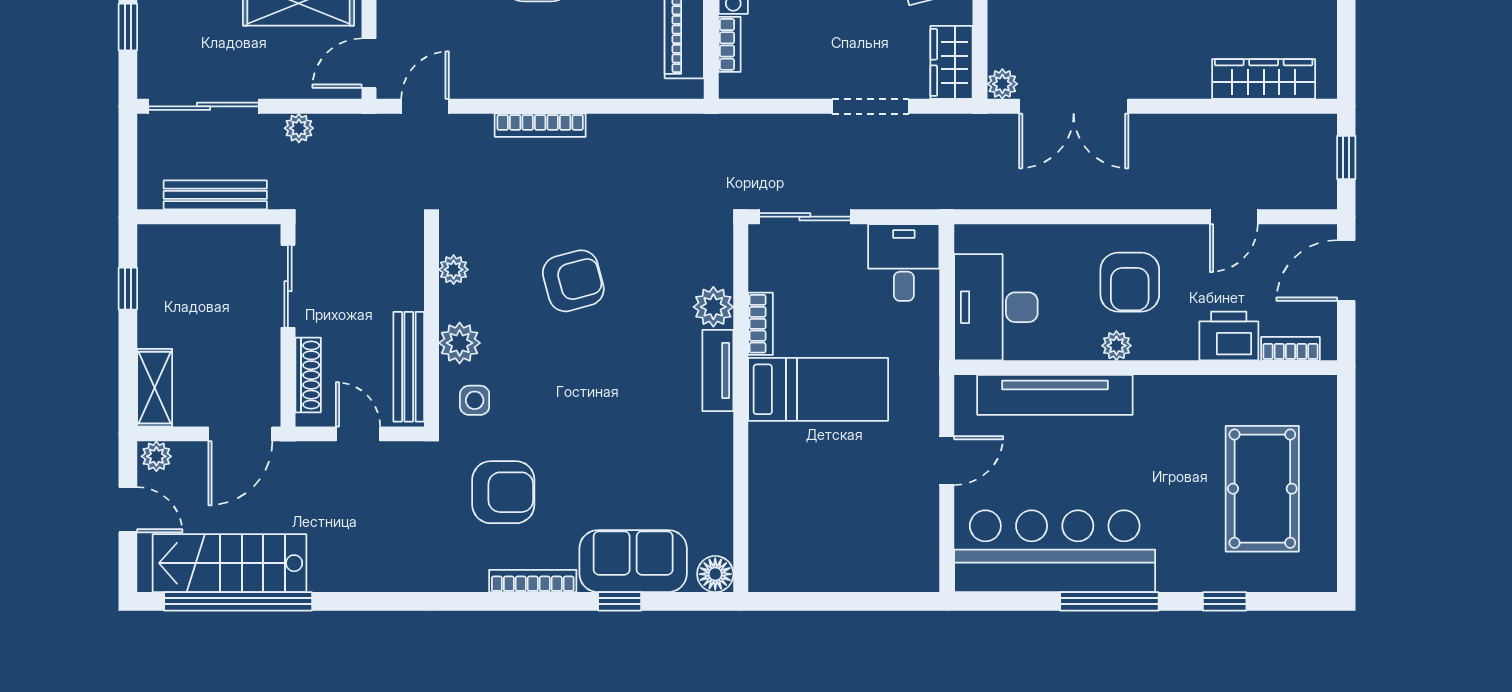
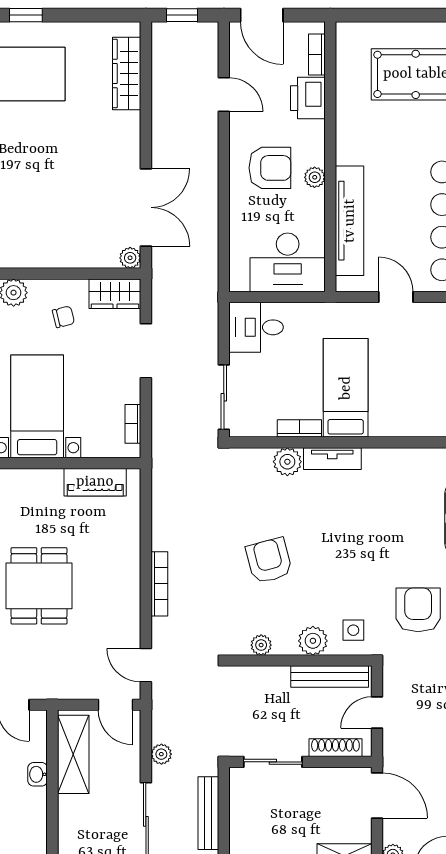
bookcase: (730, 44) -> (133, 424), moved, turned -90

